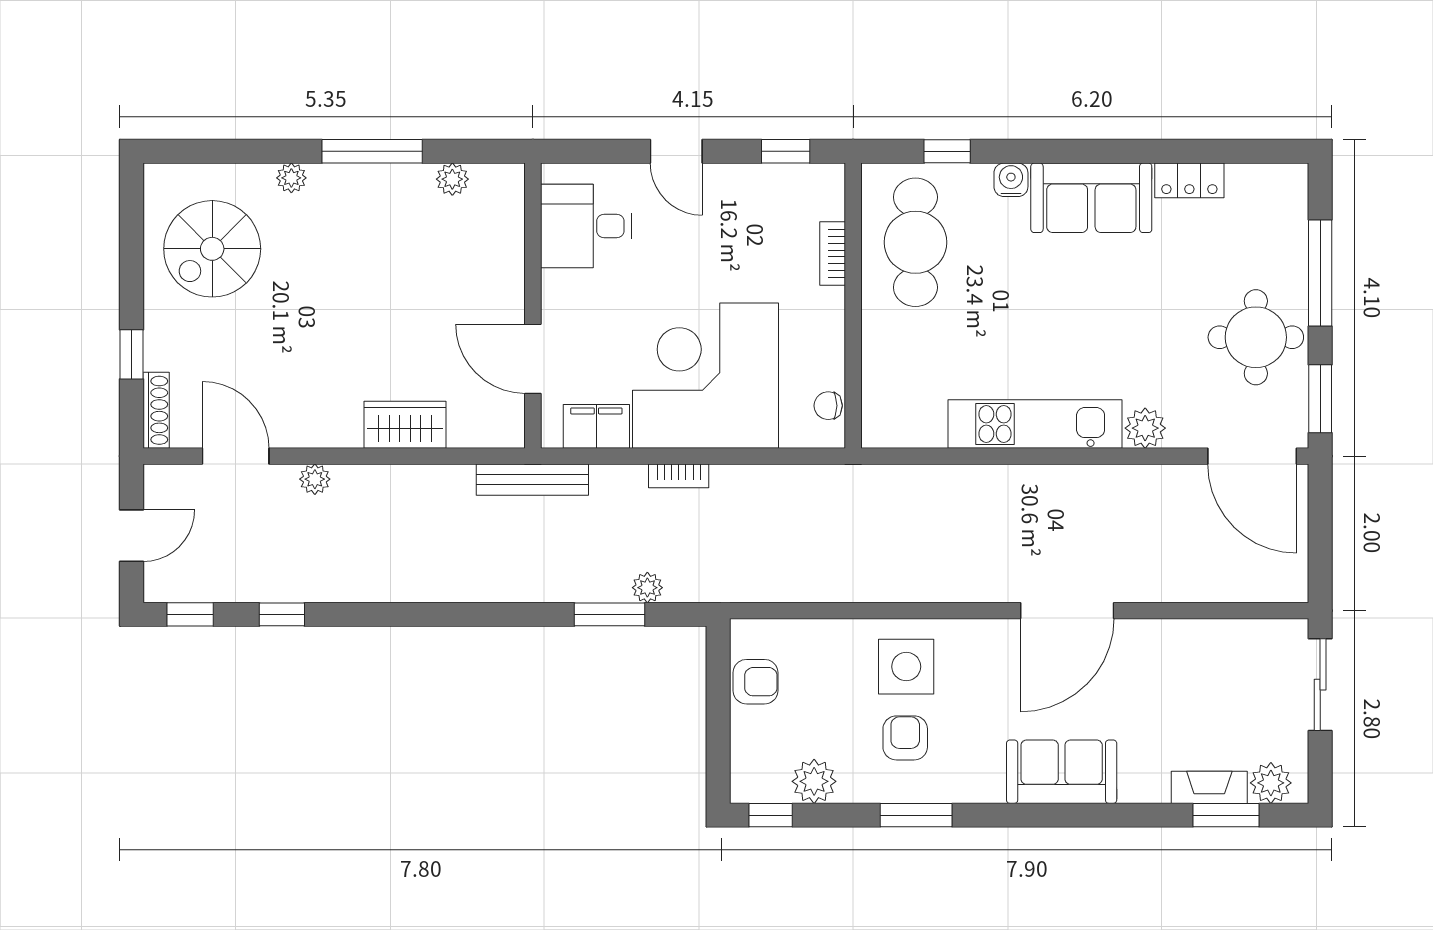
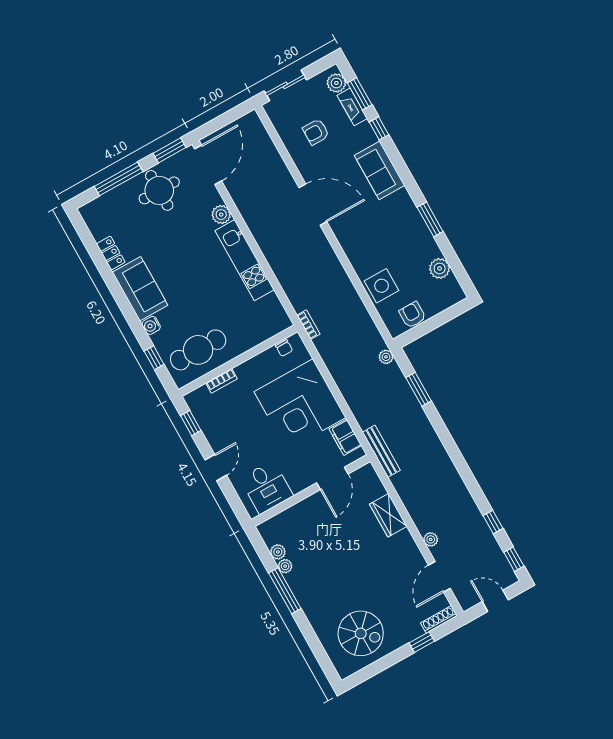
plant: (291, 178) -> (285, 566), moved
bookcase: (679, 476) -> (308, 325), moved
plant: (647, 588) -> (386, 357), moved
side table: (906, 667) -> (382, 286), moved
armchair: (905, 738) -> (316, 132), moved
window: (771, 815) -> (379, 128), moved

